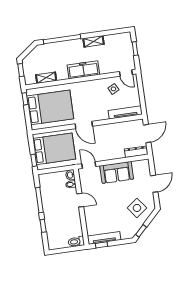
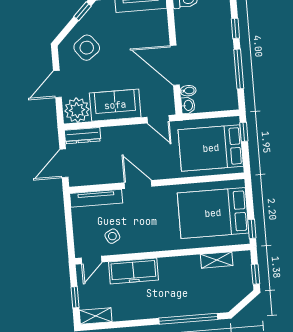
shelving: (93, 41) -> (96, 316), moved
freezer: (83, 70) -> (133, 271), moved
door: (126, 73) -> (92, 260), swing flipped
door: (84, 125) -> (138, 184), moved
plant: (141, 168) -> (77, 110), added
door: (80, 200) -> (175, 65), width x1.87

